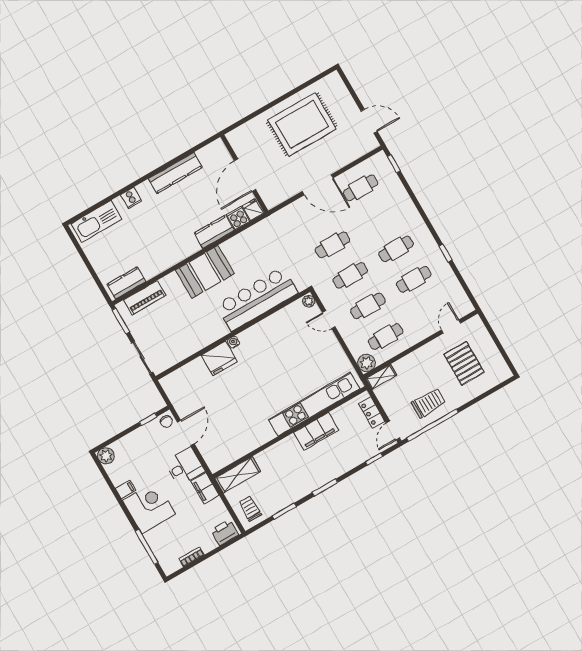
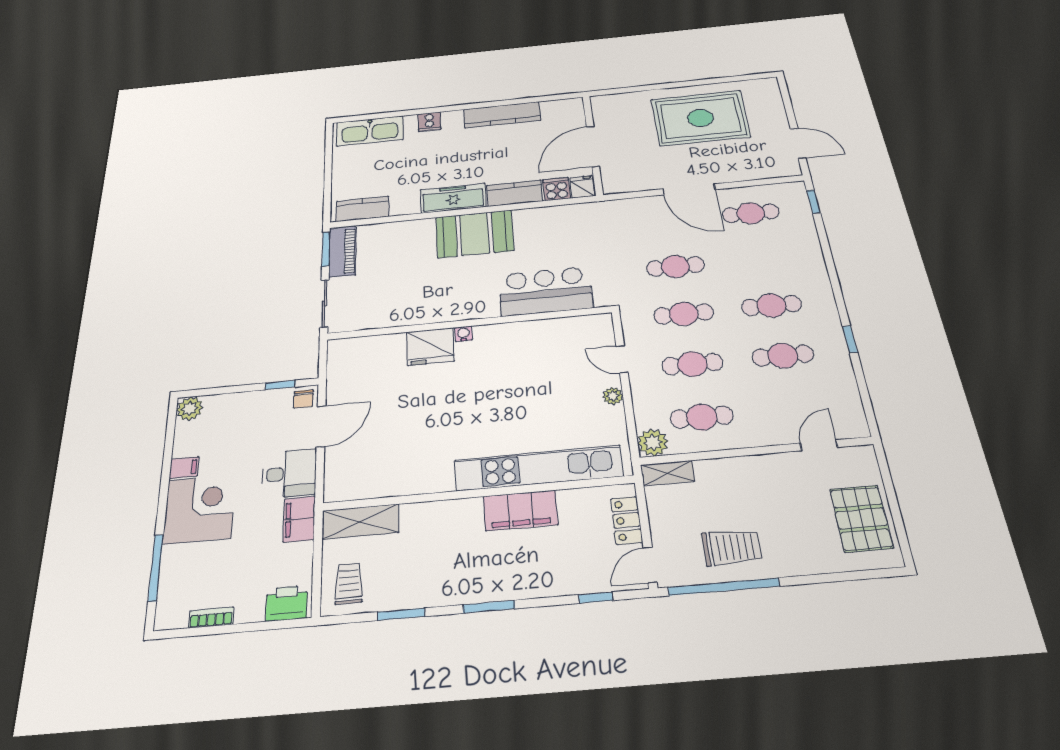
freezer: (178, 251) -> (453, 198), added
piano: (145, 298) -> (342, 252), moved, turned -90
bar counter: (257, 299) -> (545, 291), width x0.73
plant: (309, 301) -> (613, 396), moved
pallet: (464, 363) -> (861, 518), moved

